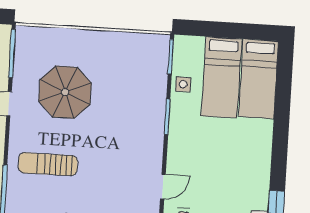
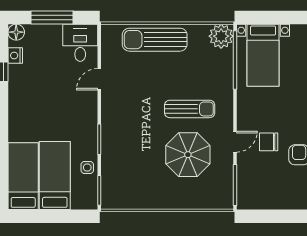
sun lounger: (48, 164) -> (190, 109), moved

